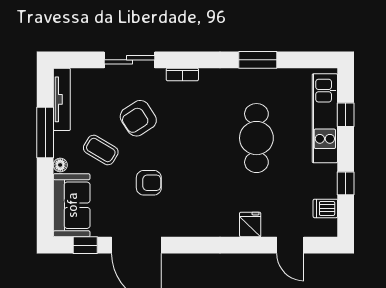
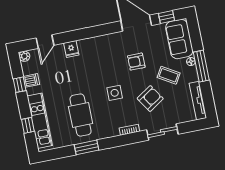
window: (45, 132) -> (201, 66), moved
cafe table: (256, 138) -> (81, 115), moved
side table: (194, 139) -> (115, 93), added
dishwasher: (325, 208) -> (31, 80), moved
plant: (329, 228) -> (24, 56), added
door: (290, 245) -> (45, 42), swing flipped

